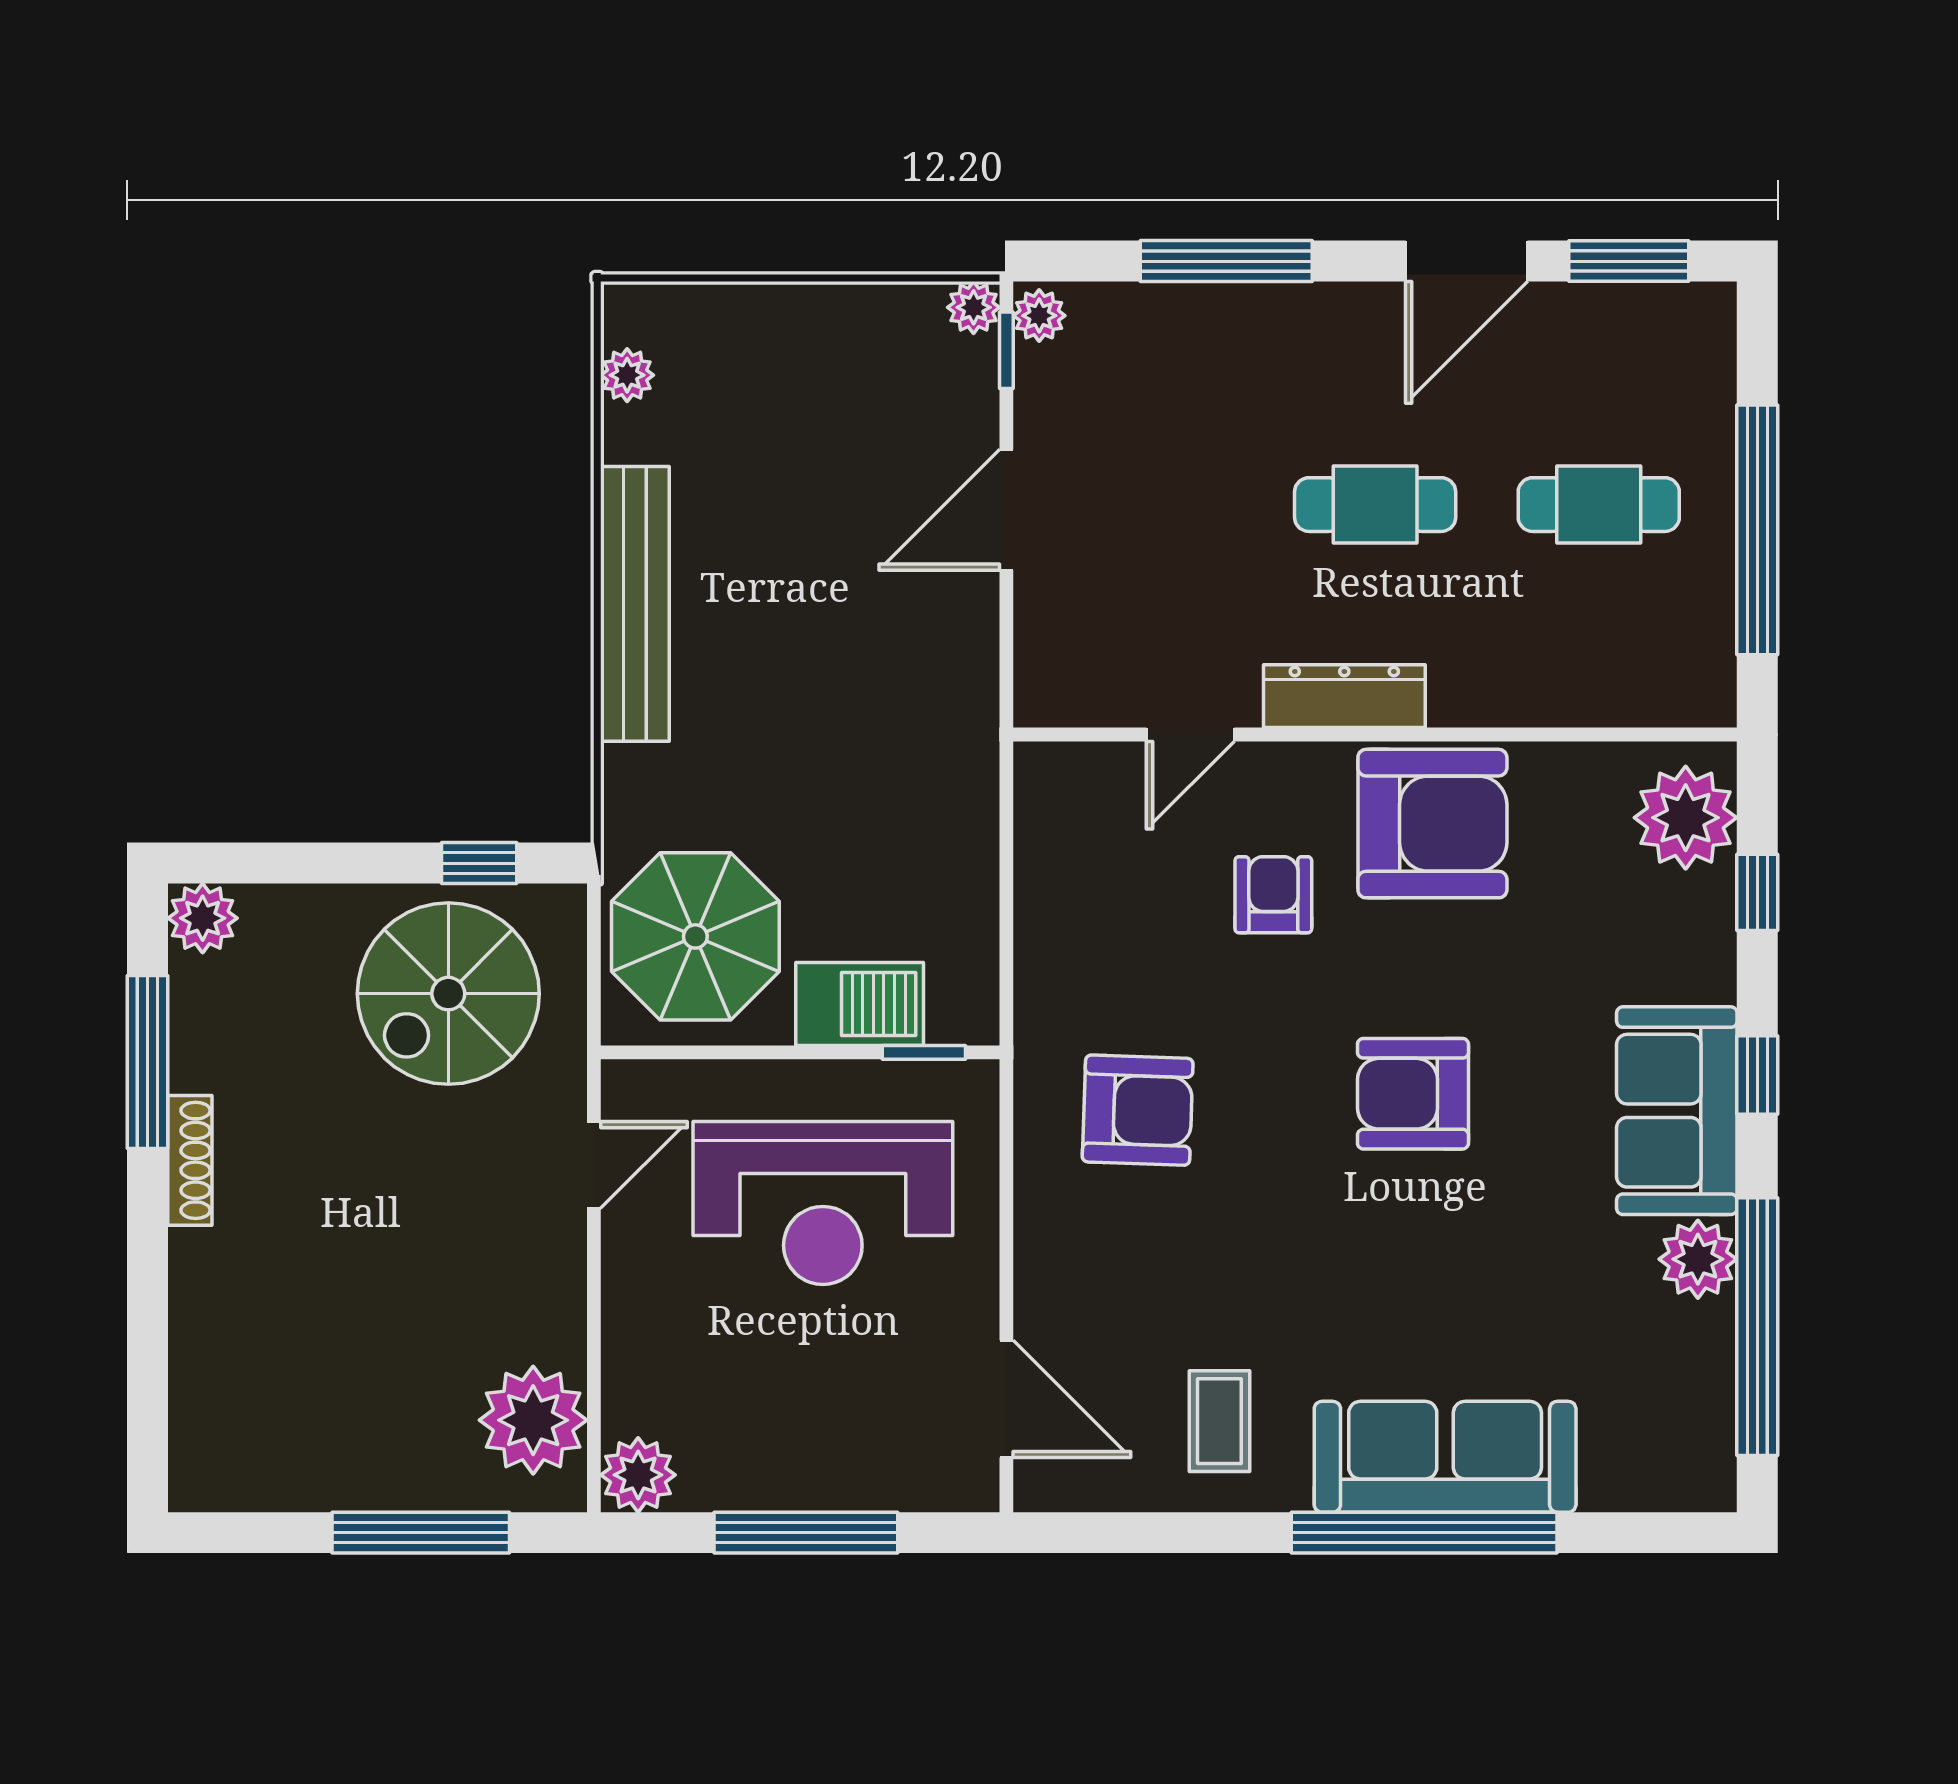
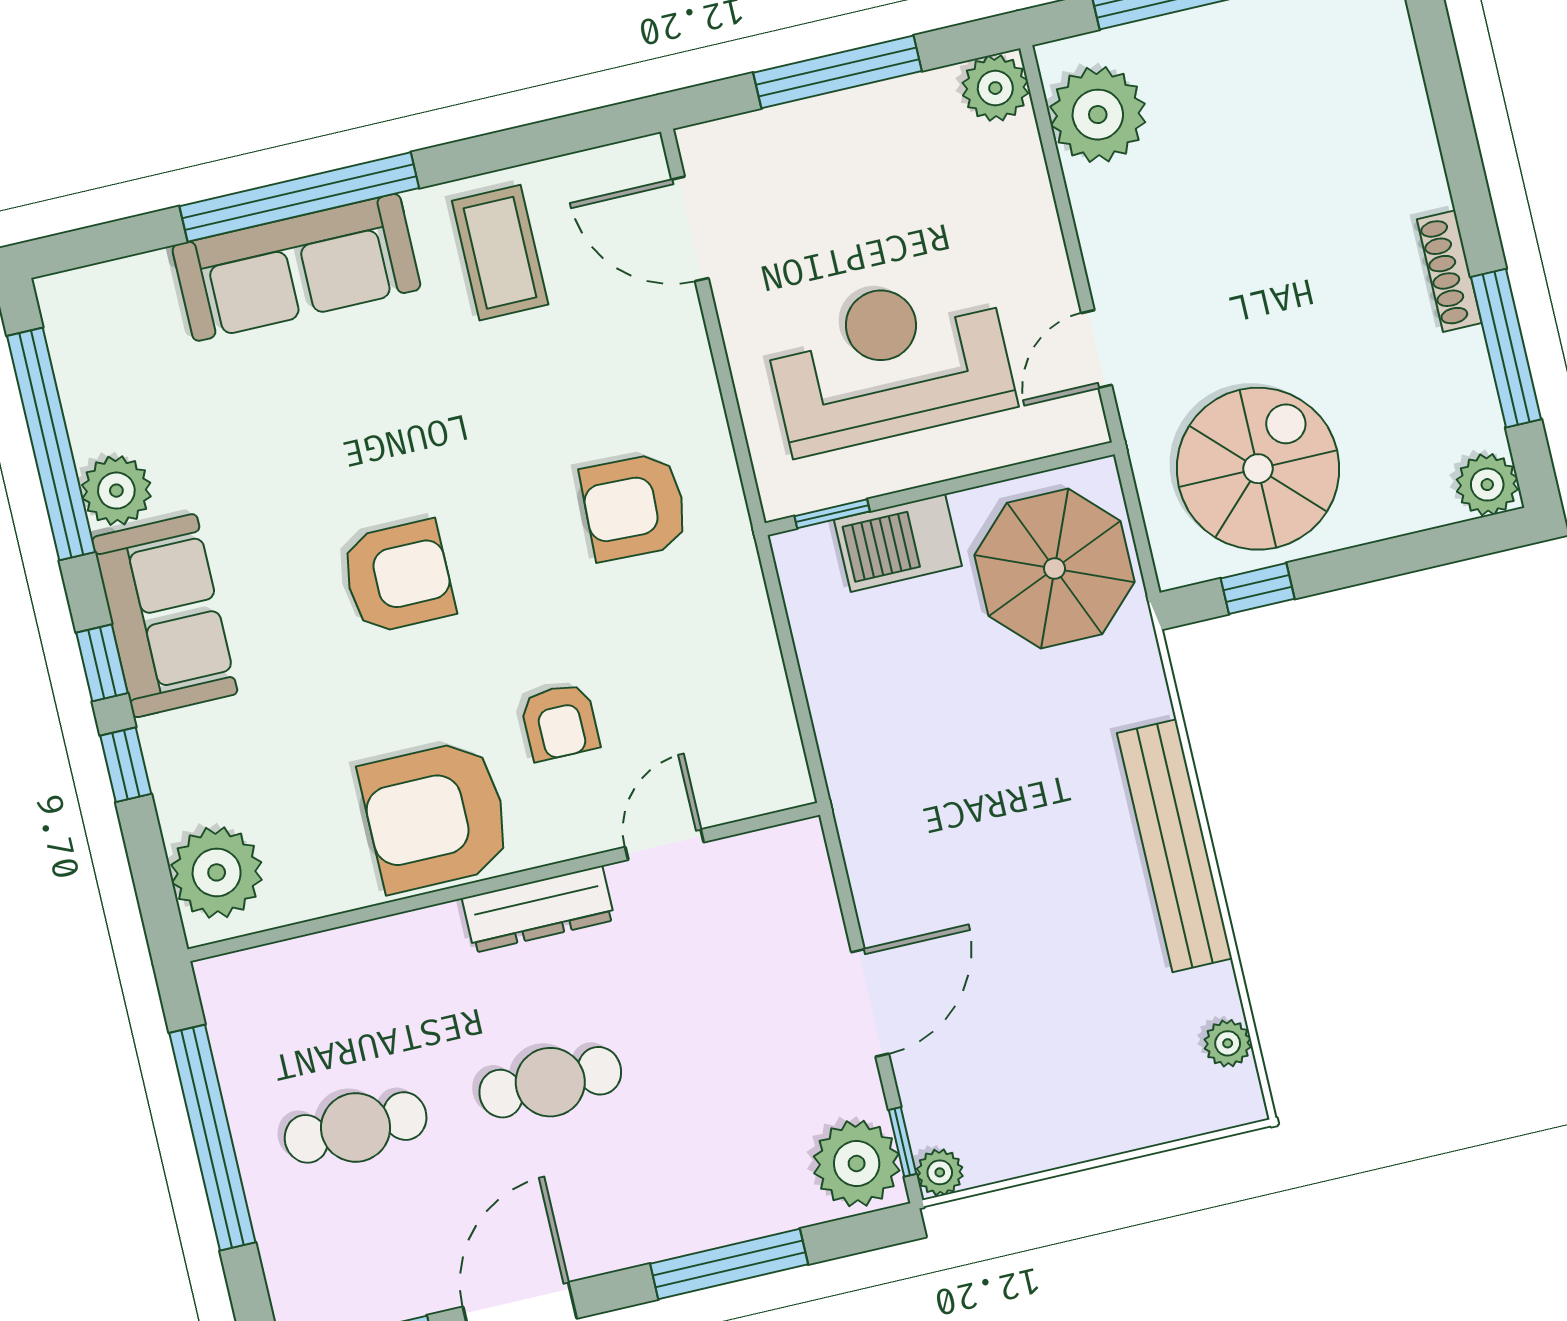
plant: (1039, 316) -> (857, 1163), width x1.87, depth x1.87
window: (1757, 892) -> (126, 765), moved
coffee table: (1219, 1421) -> (500, 253), width x1.36, depth x1.30

